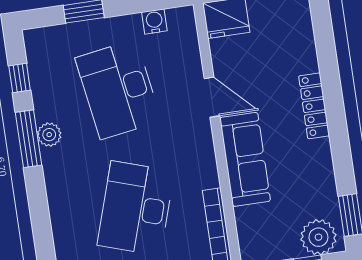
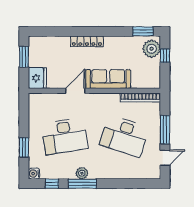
water cooler: (154, 21) -> (34, 174), moved

